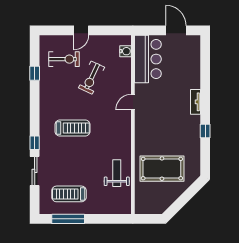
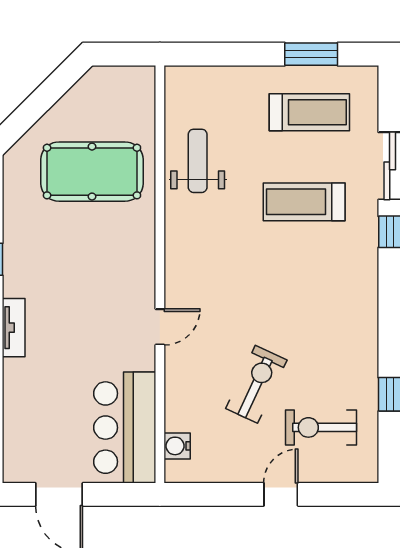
treadmill: (72, 128) -> (304, 202), moved
weight bench: (117, 173) -> (198, 161), turned 180
window: (68, 219) -> (311, 54), width x0.69

